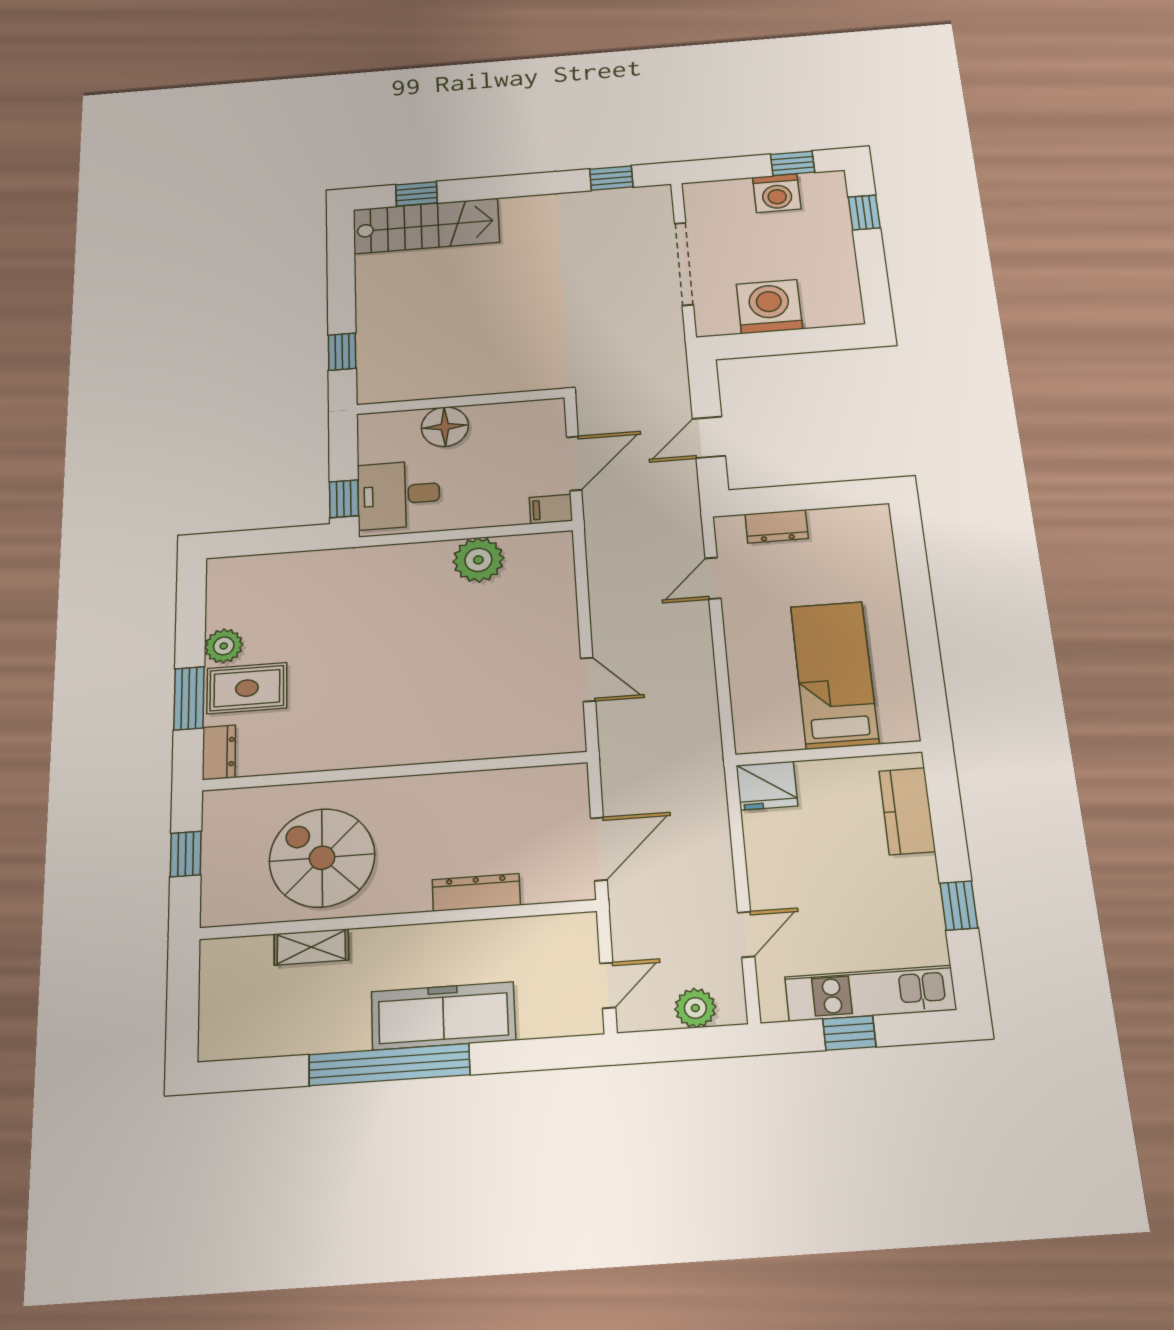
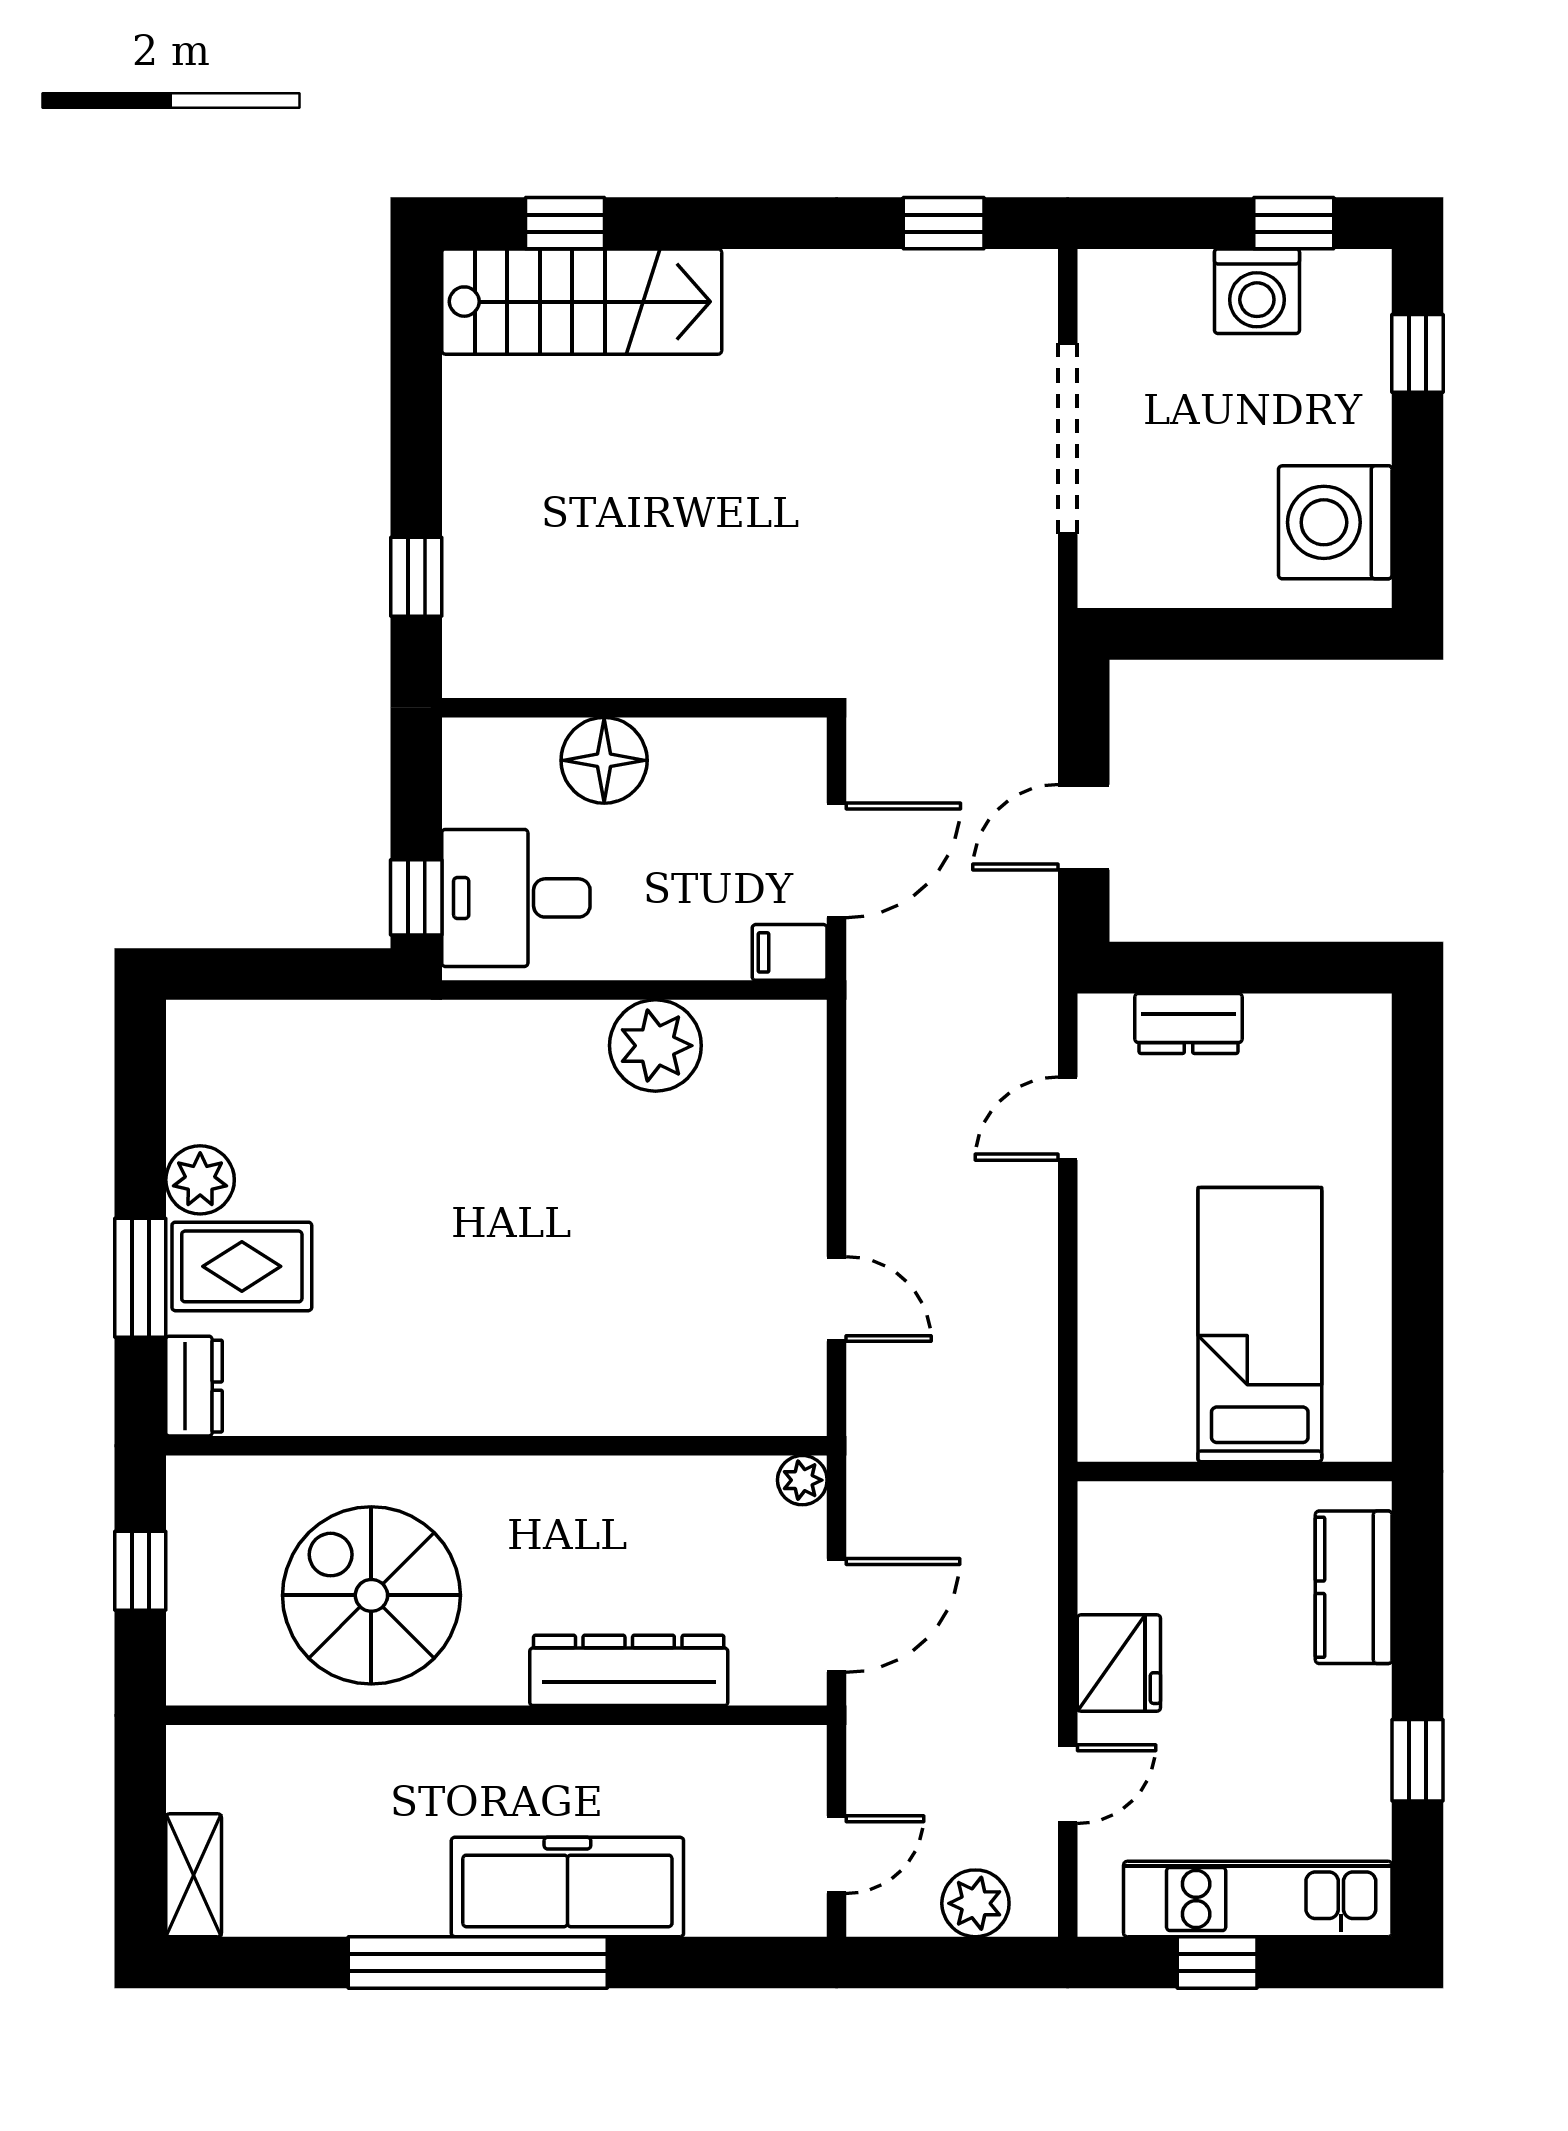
washing machine: (769, 307) -> (1335, 522), moved, turned -90
plant: (574, 777) -> (802, 1480), added
fridge: (767, 786) -> (1119, 1663), moved, turned -90
dresser: (476, 892) -> (629, 1670), width x1.37, depth x1.24
shelving: (311, 947) -> (194, 1875), moved, turned 90

